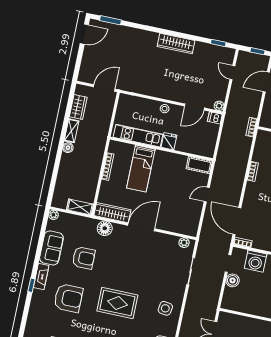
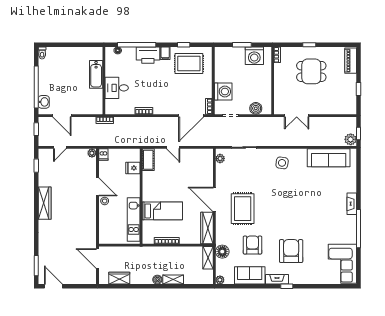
door: (194, 107) -> (98, 187), moved
shelving: (72, 131) -> (173, 280), moved
fridge: (169, 141) -> (133, 168), moved
floor lamp: (105, 228) -> (222, 252), moved
boiler: (233, 280) -> (256, 108), moved
rug: (117, 303) -> (243, 209), moved

